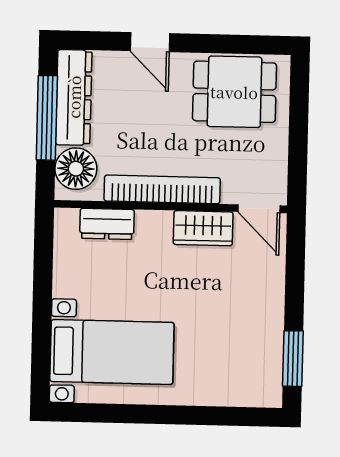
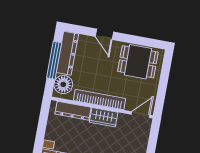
door: (259, 209) -> (141, 115), swing flipped
dresser: (107, 224) -> (73, 111), width x1.44
wardrobe: (203, 228) -> (104, 117), moved

